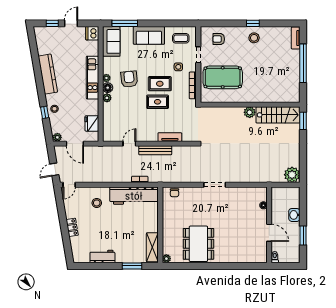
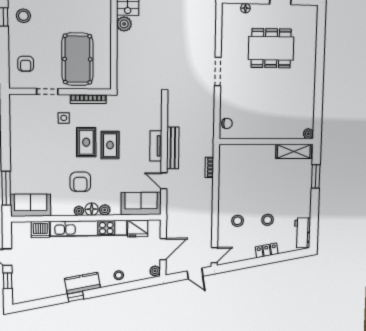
dishwasher: (92, 33) -> (40, 230), moved
sofa: (149, 35) -> (141, 204), moved, turned -90
coffee table: (181, 38) -> (25, 115), removed
kitchen counter: (48, 74) -> (82, 283), width x0.67
kitchen unit: (92, 78) -> (89, 228), width x1.36
armchair: (129, 79) -> (80, 182), turned -84
window: (45, 112) -> (76, 296), moved
tv unit: (170, 137) -> (156, 146), moved
door: (69, 185) -> (214, 255), hinge flipped
workbench: (134, 196) -> (229, 175), removed
stool: (97, 227) -> (268, 220), added
dining table: (198, 244) -> (271, 48), moved
workbench: (102, 256) -> (302, 233), moved

